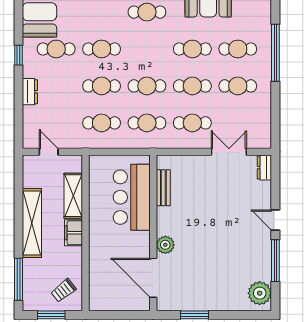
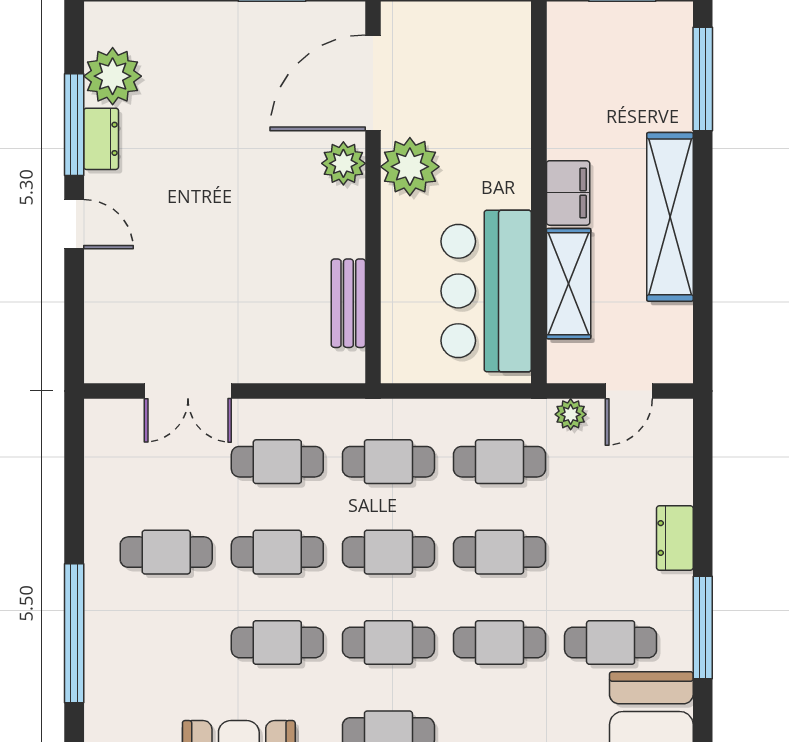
cafe table: (238, 49) -> (388, 643), moved
window: (18, 55) -> (703, 628), width x2.17
plant: (72, 142) -> (571, 414), added
door: (49, 152) -> (629, 391), hinge flipped
dresser: (264, 168) -> (101, 139), moved
bar counter: (132, 197) -> (486, 291), moved, turned 180
plant: (138, 243) -> (410, 167), added
door: (153, 278) -> (373, 83), swing flipped
trolley: (64, 290) -> (593, 52), removed
plant: (260, 293) -> (113, 76), moved

